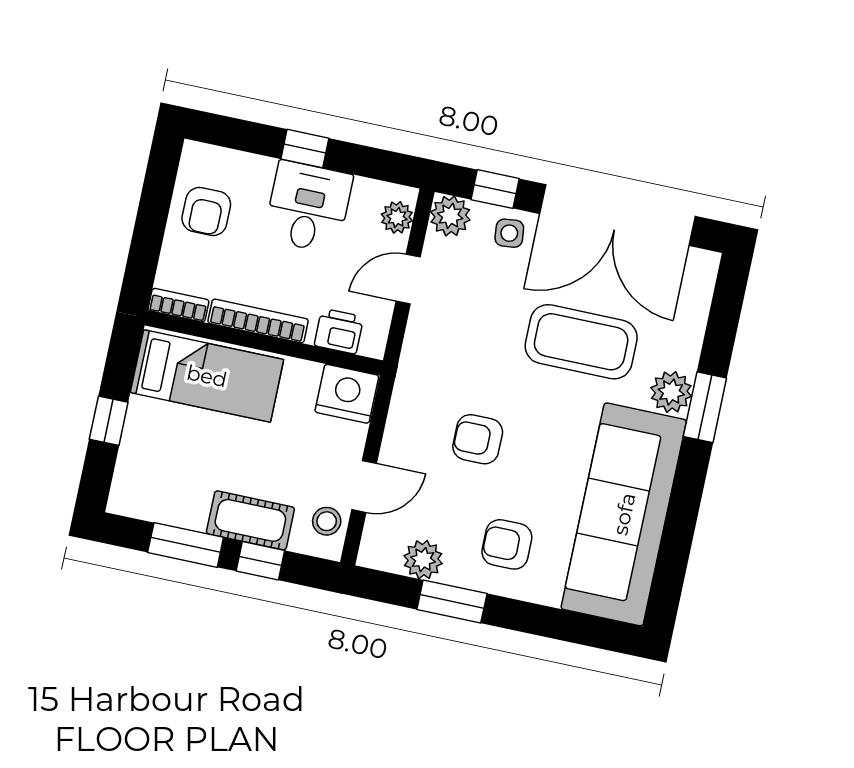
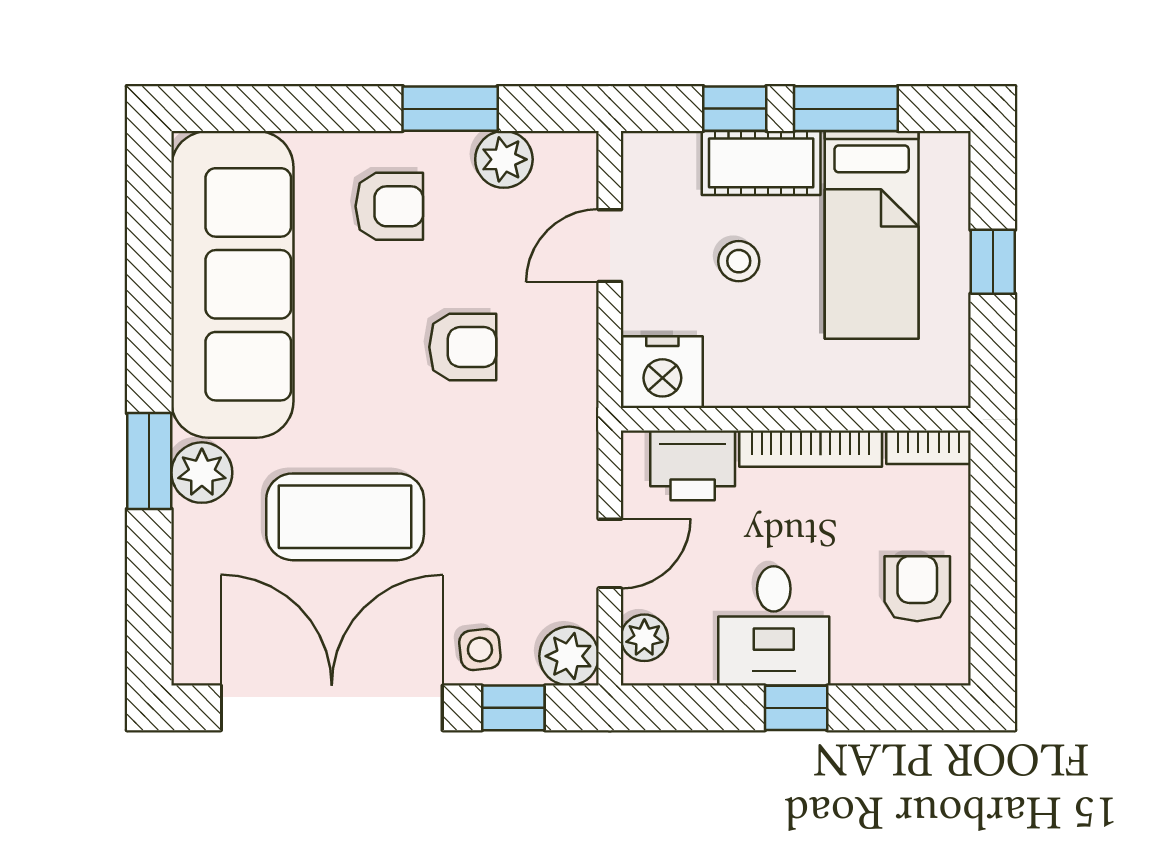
printer: (339, 331) -> (693, 465), width x1.36, depth x1.24
bed: (207, 376) -> (872, 235), moved, turned -90
stool: (327, 521) -> (739, 261), moved

